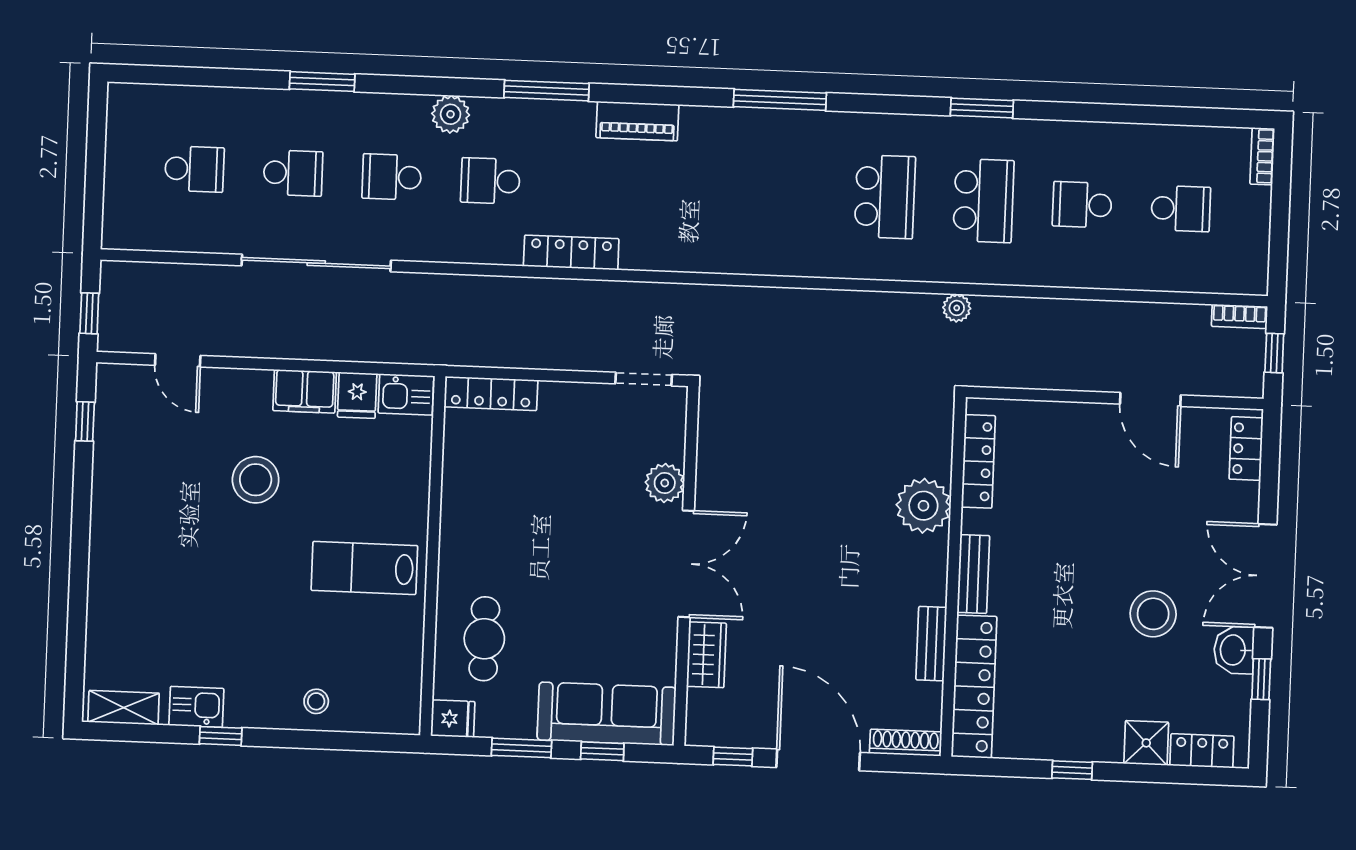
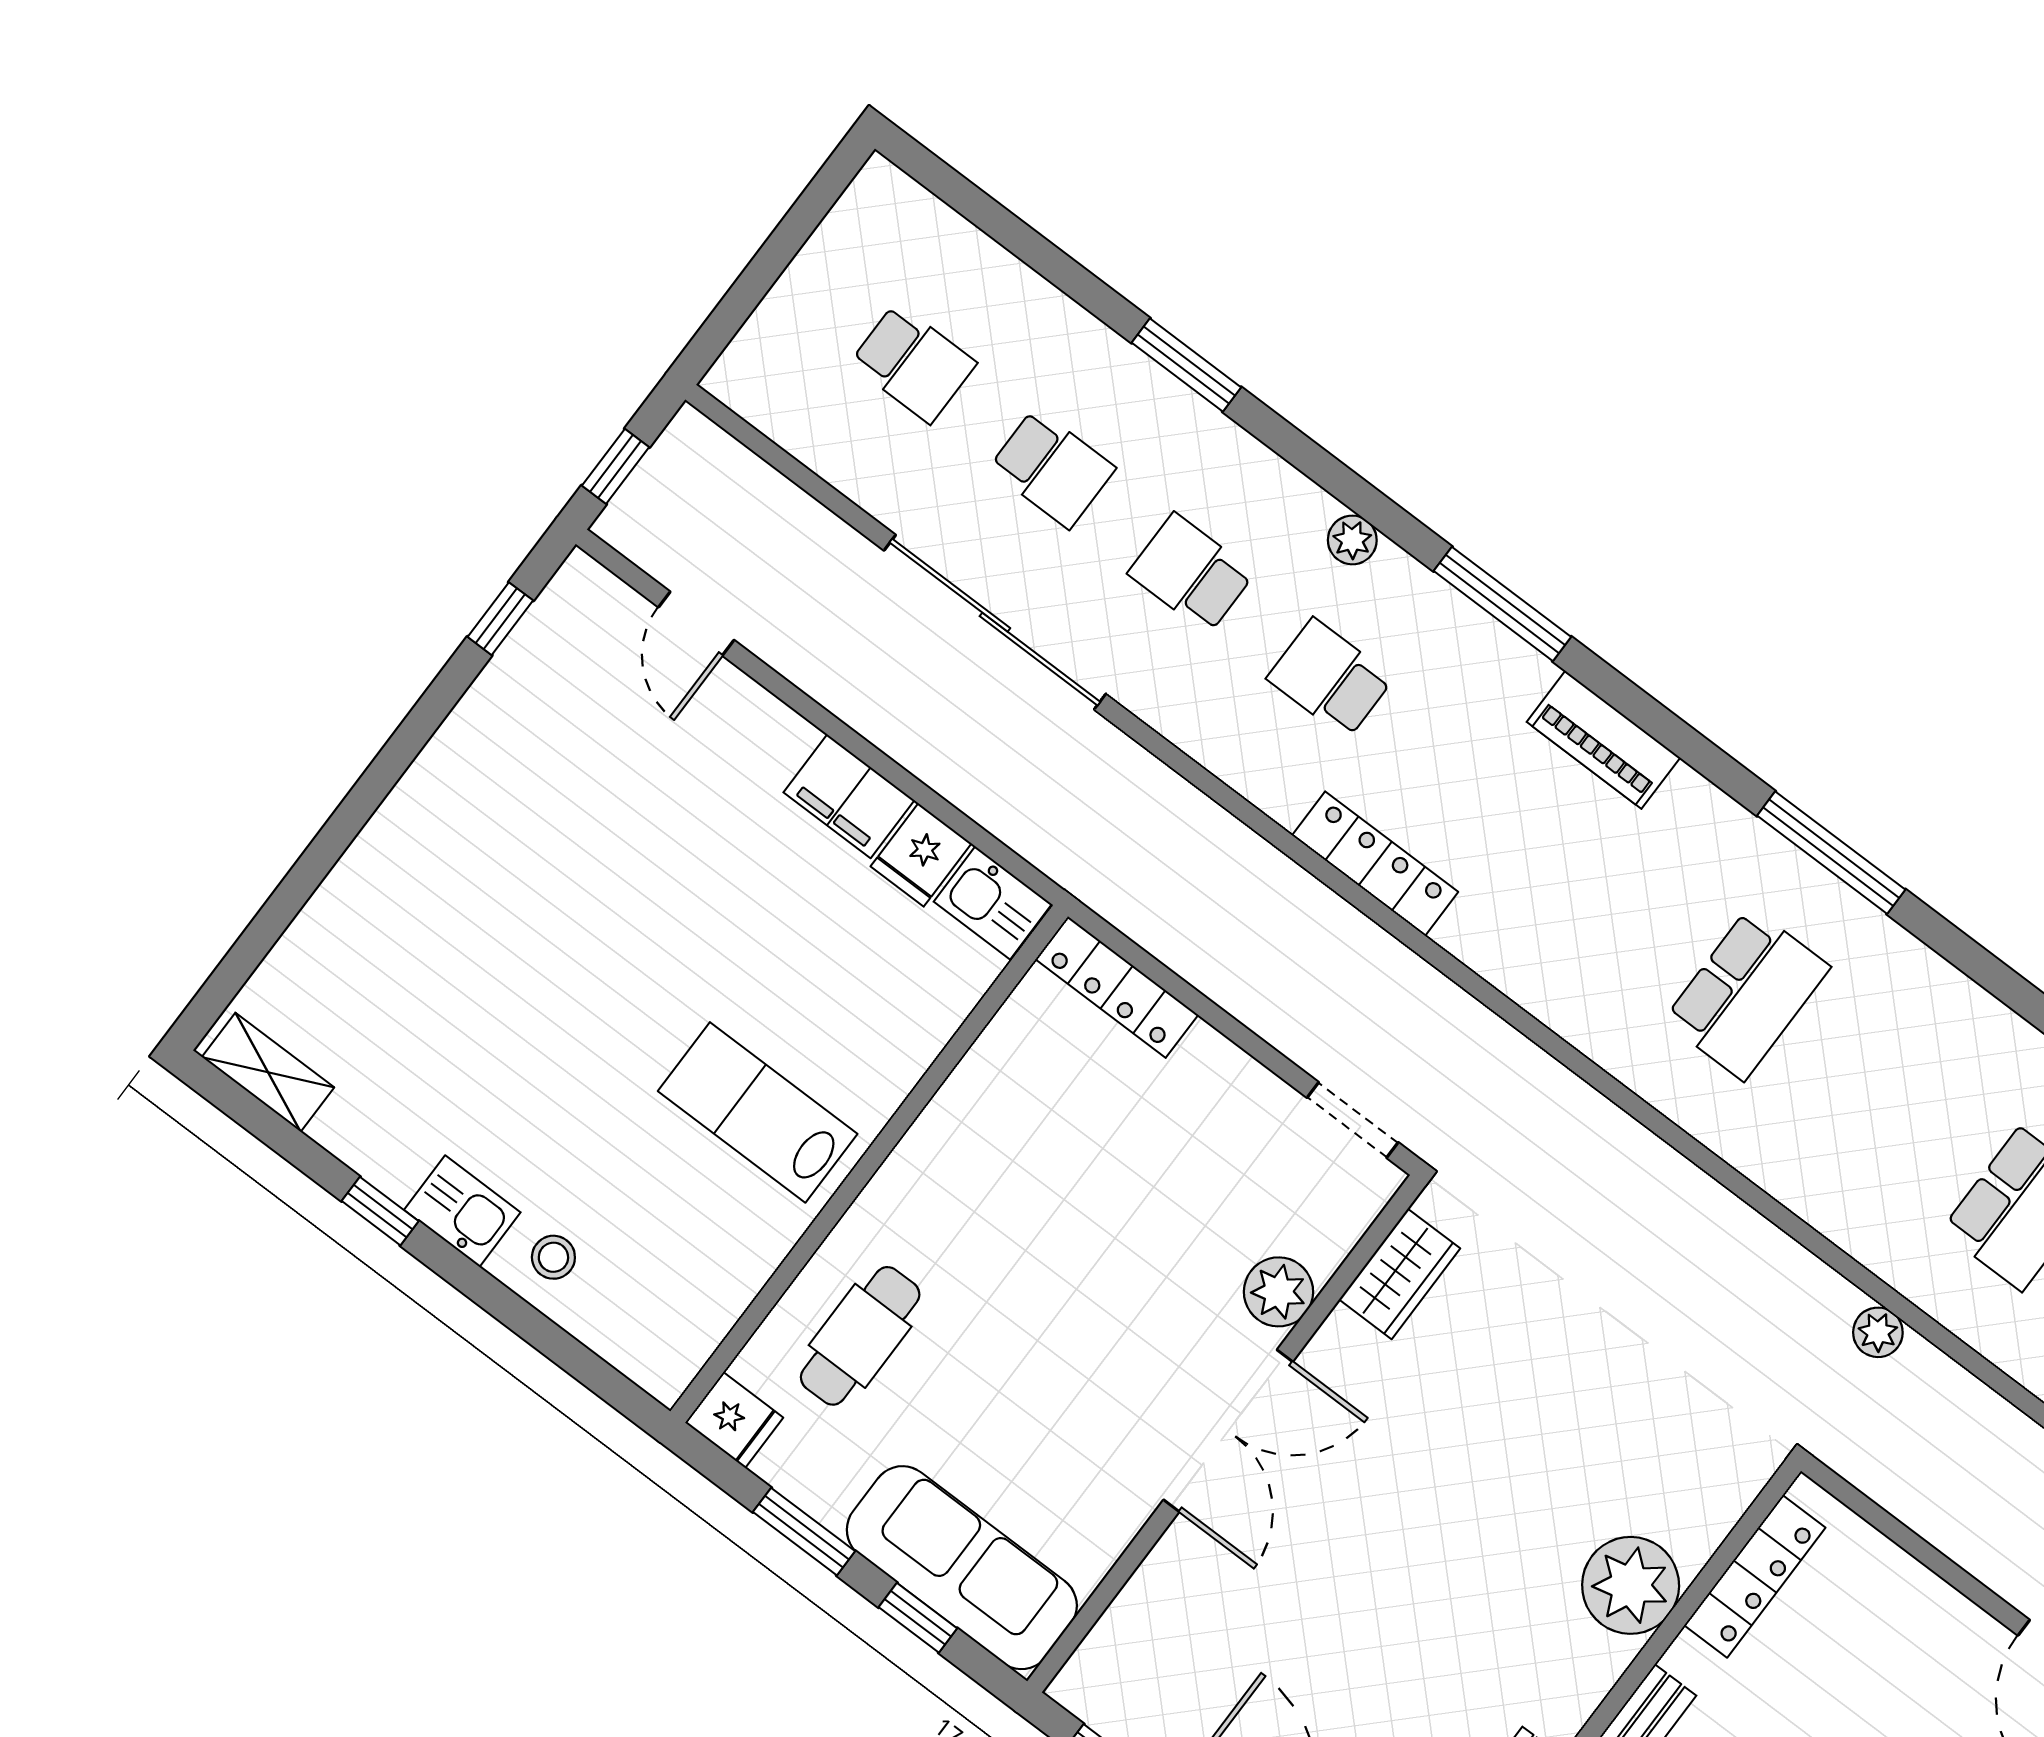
plant: (451, 114) -> (1352, 540), width x0.73, depth x0.73
school desk: (885, 197) -> (1747, 994), moved
stool: (256, 480) -> (689, 875), removed
wardrobe: (706, 655) -> (1400, 1274), moved
kitchen sink: (196, 707) -> (462, 1211), moved

